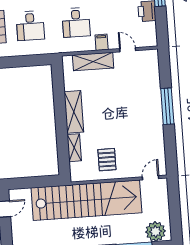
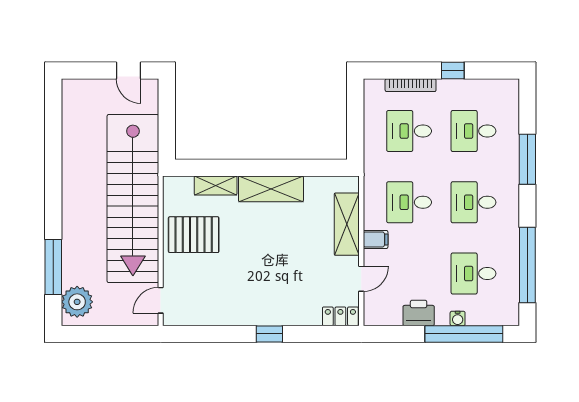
locker: (153, 61) -> (340, 316), added
window: (167, 106) -> (269, 334), width x0.46
pallet: (107, 160) -> (194, 235), width x1.50, depth x1.42
door: (151, 178) -> (161, 300), swing flipped

